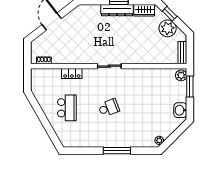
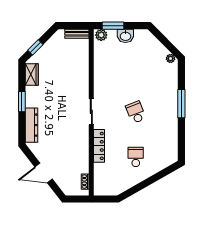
dresser: (117, 10) -> (32, 125), moved
plant: (168, 28) -> (51, 50), removed
locker: (72, 73) -> (99, 146), width x1.53
school desk: (67, 108) -> (136, 157), width x0.54
washbasin: (180, 110) -> (125, 36), moved

